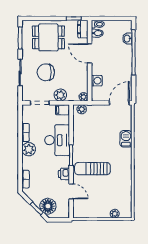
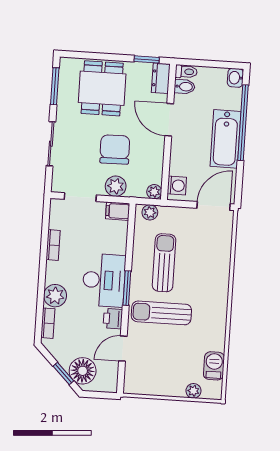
dining table: (48, 37) -> (102, 88), turned 90
washbasin: (127, 39) -> (235, 78), moved
bathtub: (124, 63) -> (226, 139), added
chair: (46, 72) -> (115, 149), moved, turned 89
washing machine: (97, 81) -> (177, 186), moved
sun lounger: (92, 139) -> (164, 263), added
barbecue: (126, 139) -> (214, 366), moved
desk: (57, 140) -> (104, 280), moved
plant: (29, 149) -> (55, 296), moved
door: (71, 191) -> (123, 349), swing flipped

